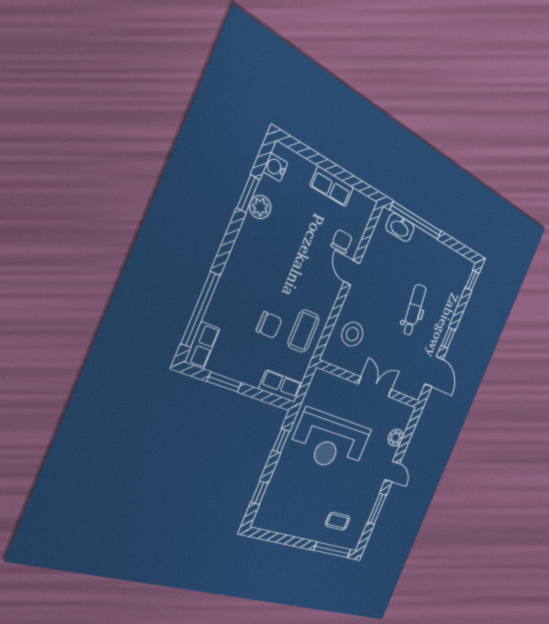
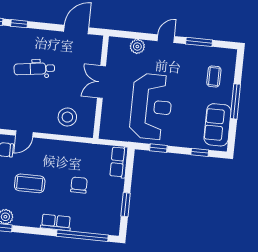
coffee table: (304, 331) -> (30, 183), moved
window: (448, 338) -> (19, 24), moved
row of seats: (202, 345) -> (56, 222), moved
sofa: (285, 519) -> (217, 125), added
window: (332, 550) -> (235, 101), moved

